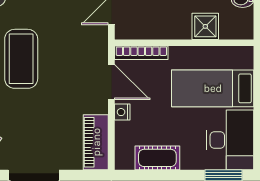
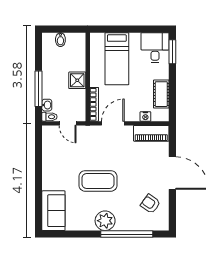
shower: (205, 26) -> (77, 80), moved
nightstand: (122, 112) -> (145, 116), moved
desk: (230, 140) -> (155, 48), width x0.73

